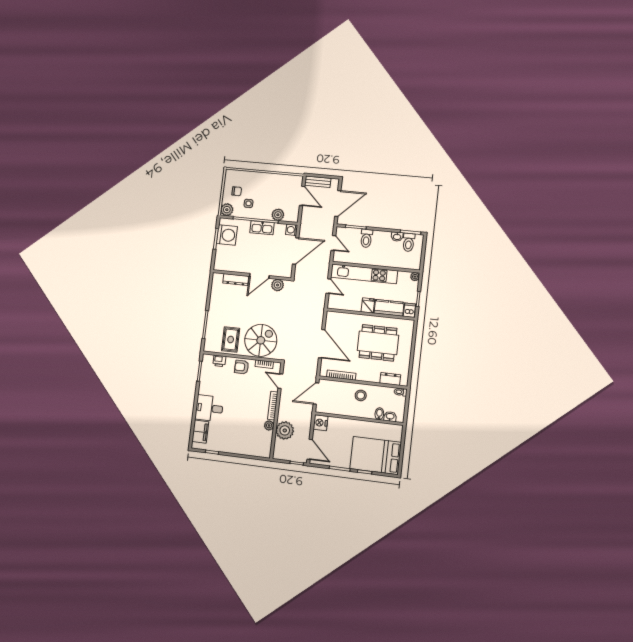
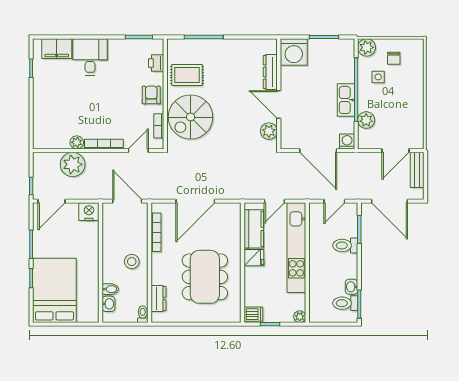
washing machine: (227, 235) -> (294, 52), moved
kitchen counter: (389, 308) -> (254, 229), moved
spiral stairs: (261, 340) -> (191, 117), turned 90

